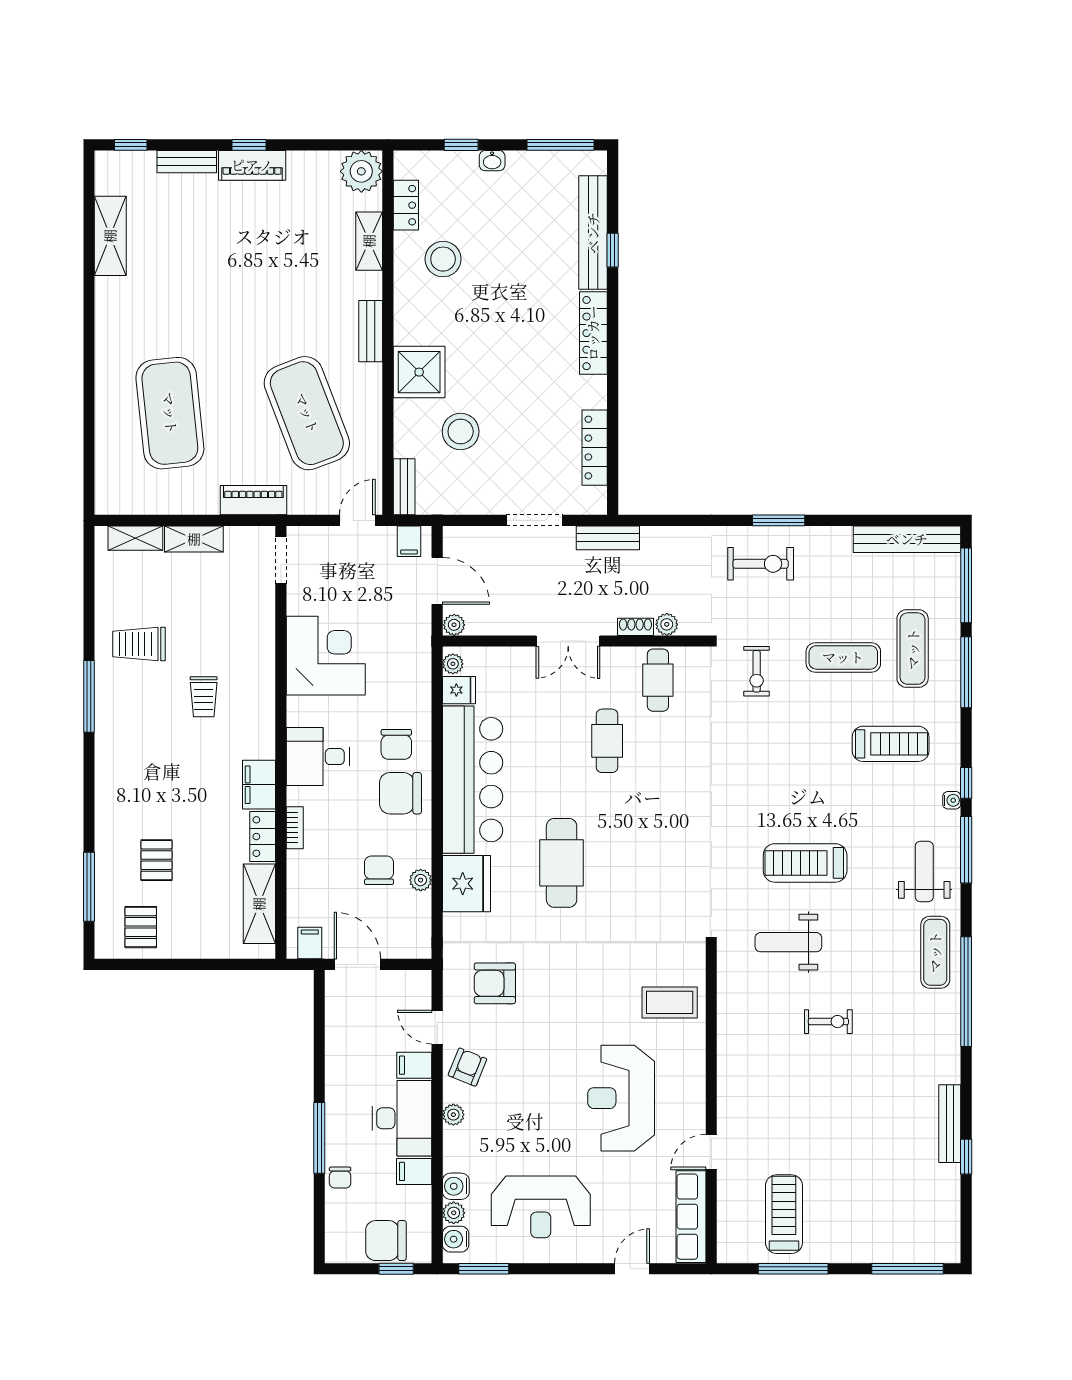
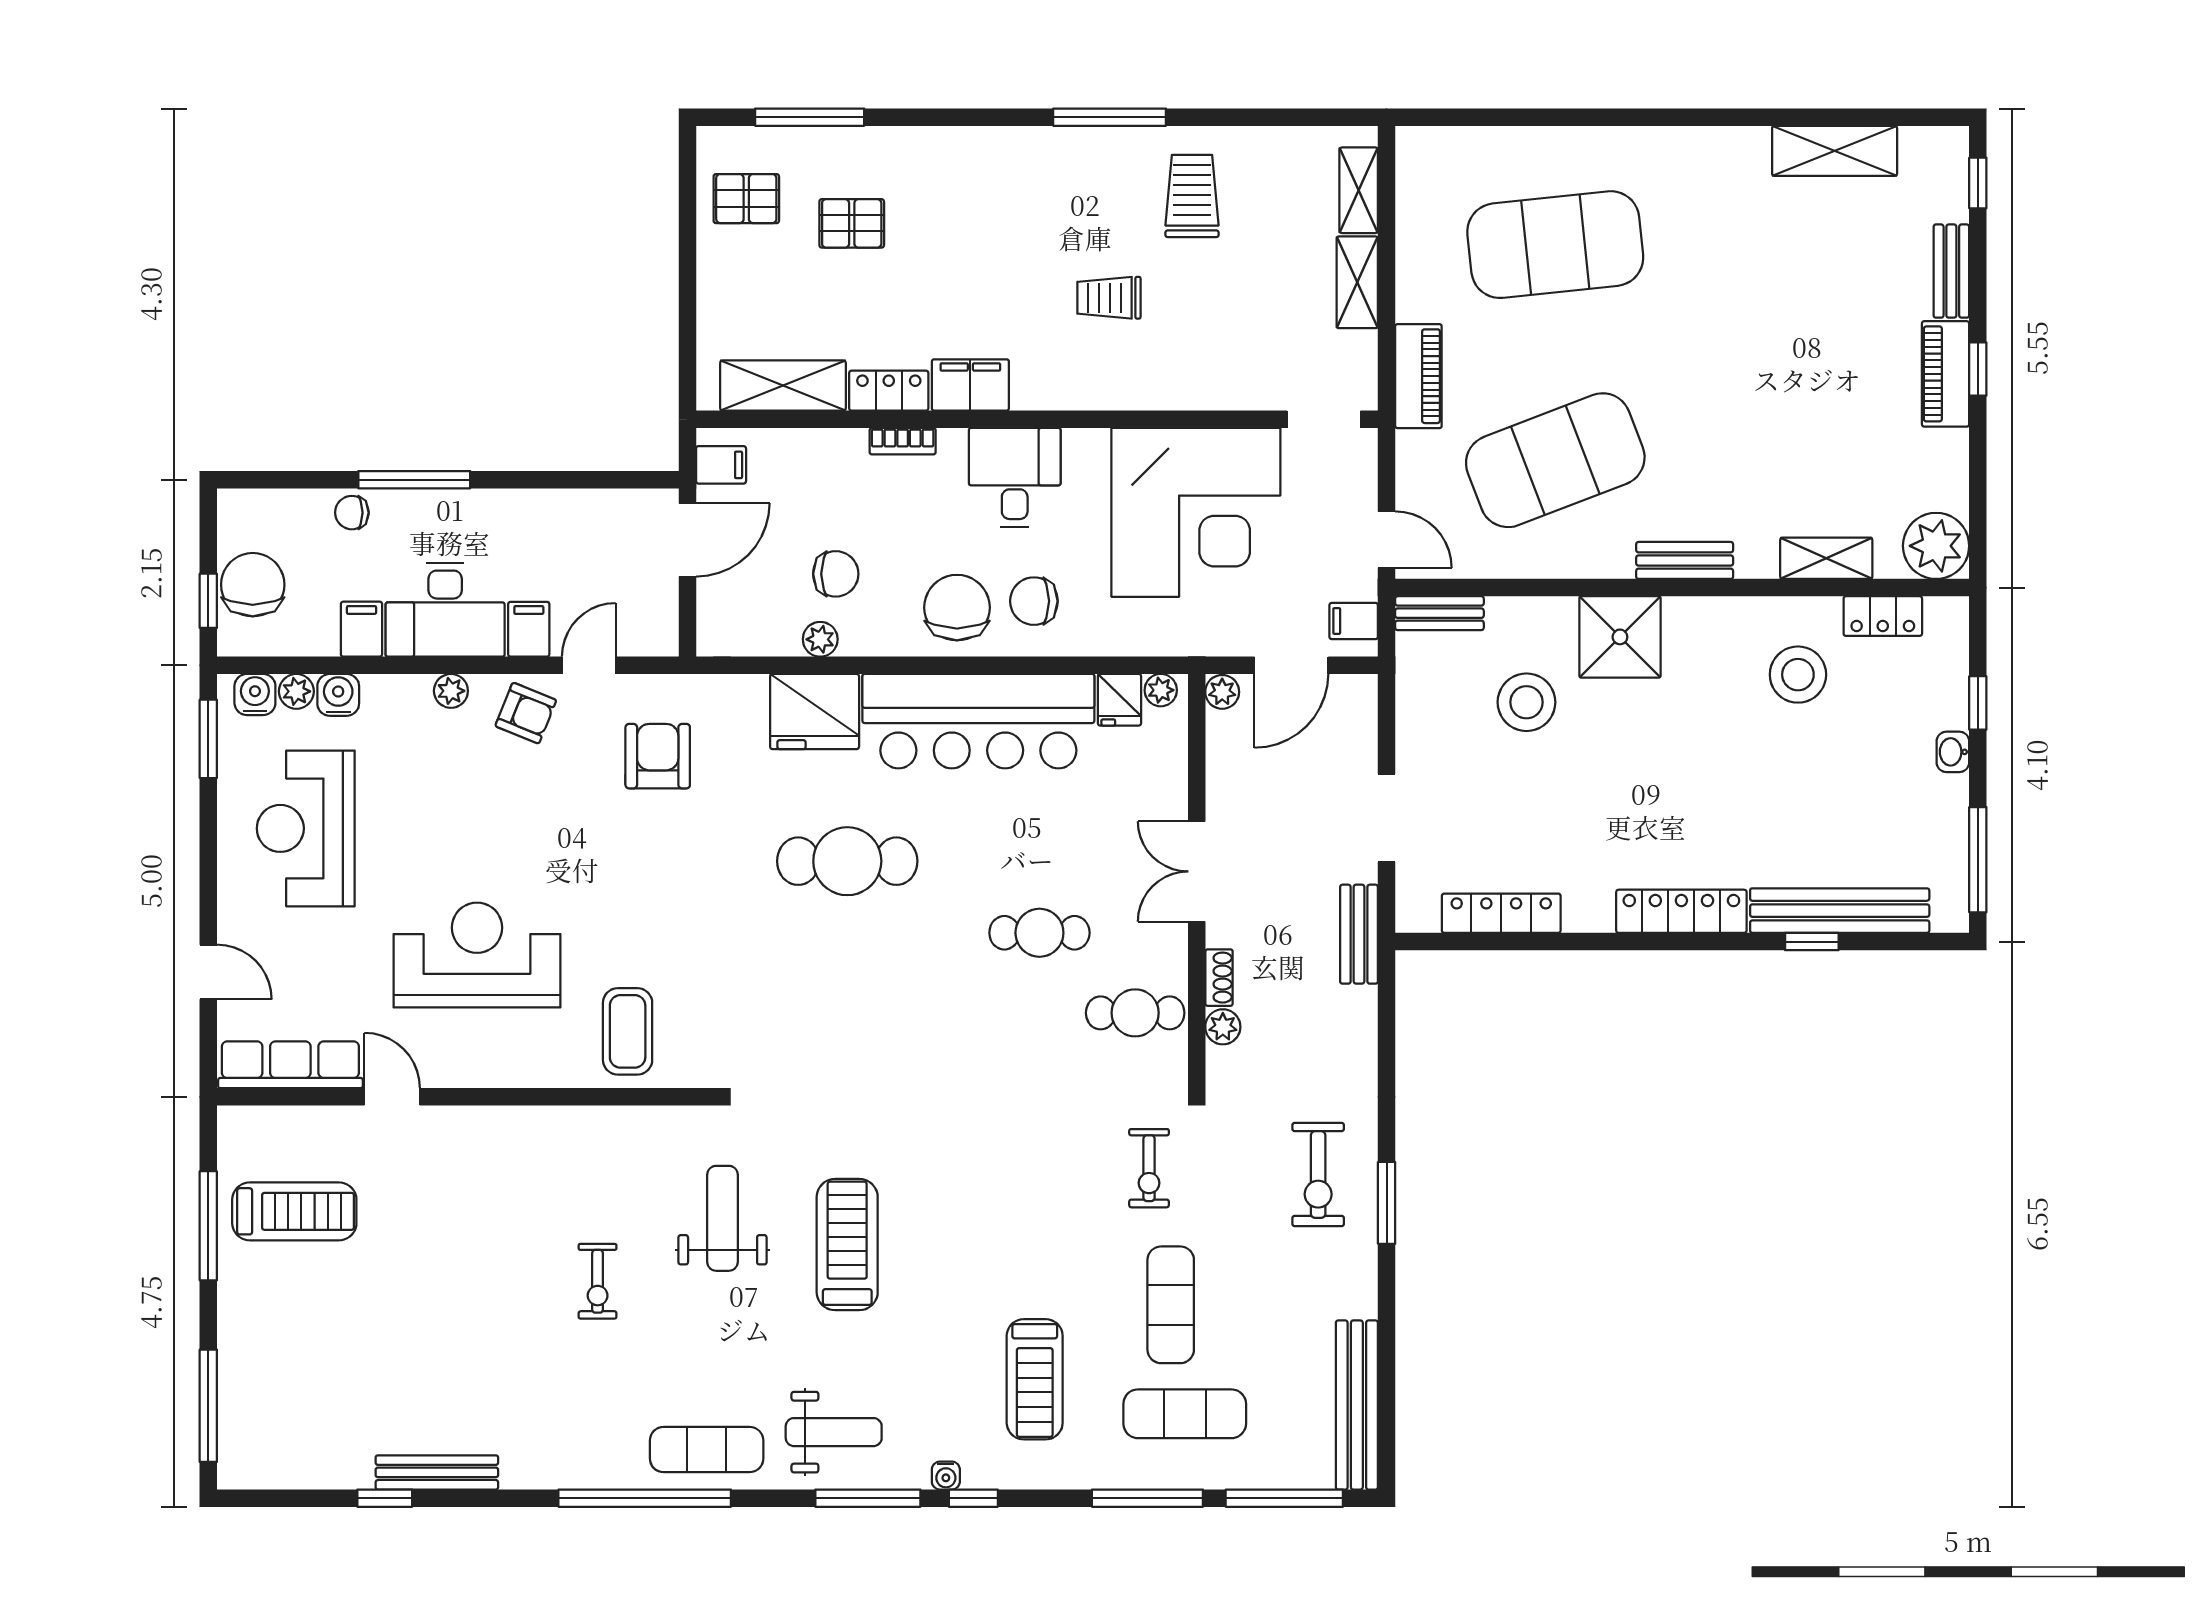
corner desk: (326, 656) -> (1196, 512), width x1.36, depth x1.36
exercise bike: (757, 671) -> (1149, 1168), turned -90

